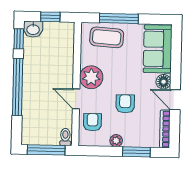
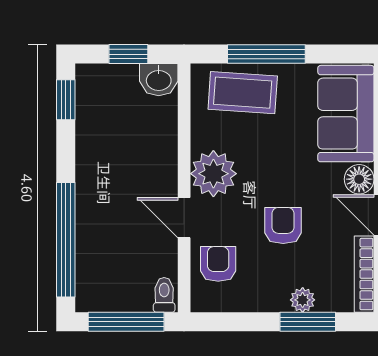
washbasin: (33, 29) -> (159, 80), moved
window: (18, 87) -> (66, 240), moved
plant: (116, 141) -> (303, 300), moved

